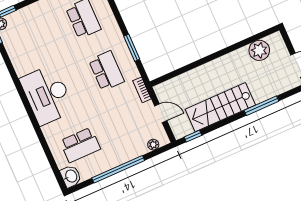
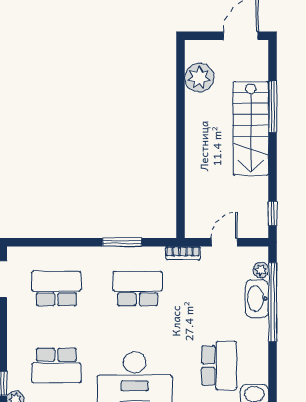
school desk: (34, 41) -> (56, 365), added
stairs: (220, 107) -> (251, 128), moved
washbasin: (134, 150) -> (257, 299), added
window: (118, 169) -> (273, 302), moved

